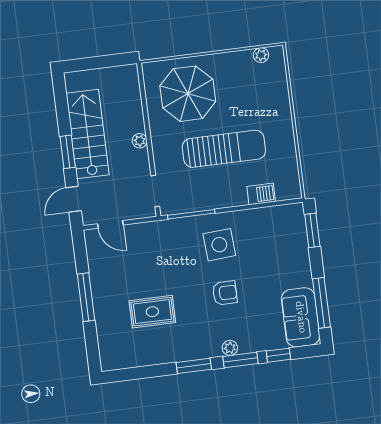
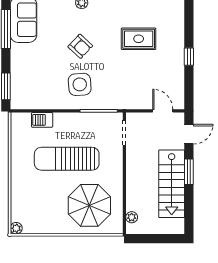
plant: (261, 55) -> (16, 228), moved
plant: (140, 141) -> (132, 217), moved
armchair: (225, 293) -> (80, 46), turned -137
window: (86, 297) -> (189, 57), width x0.46

